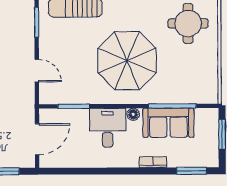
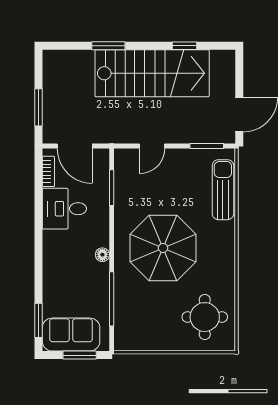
sofa: (168, 123) -> (71, 335), moved, turned 90
desk: (108, 128) -> (64, 209), moved, turned 180
bookcase: (153, 162) -> (48, 171), moved

